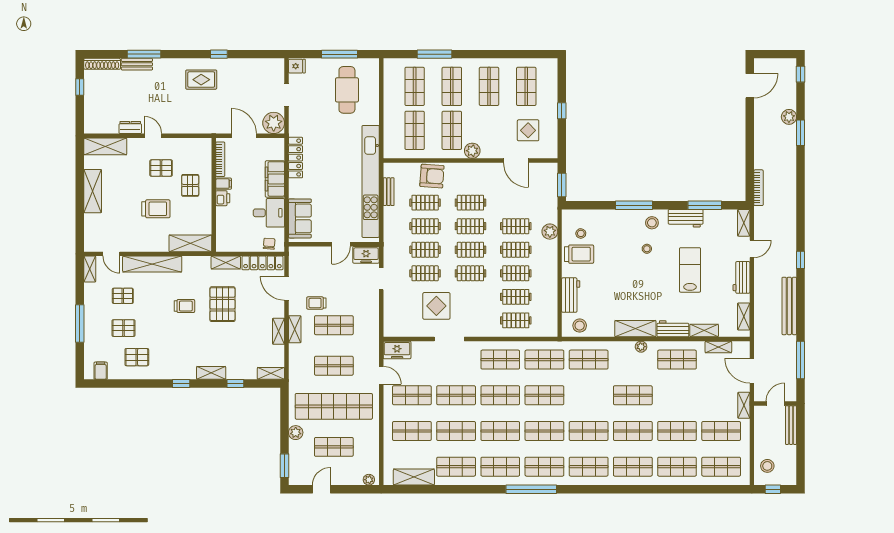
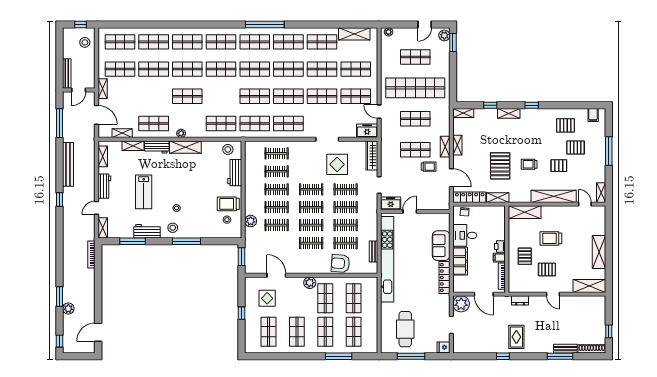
rug: (201, 80) -> (516, 337), turned 90
dresser: (130, 128) -> (520, 300), moved
sofa: (300, 218) -> (441, 246), moved
pallet: (123, 296) -> (559, 166), moved
wardrobe: (391, 318) -> (372, 155), added
plant: (296, 433) -> (444, 35), moved

